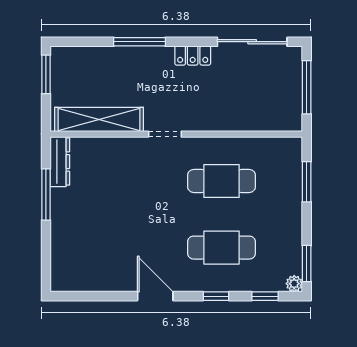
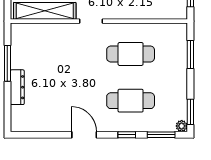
dresser: (60, 162) -> (17, 87), moved
window: (265, 296) -> (161, 135), width x1.50

